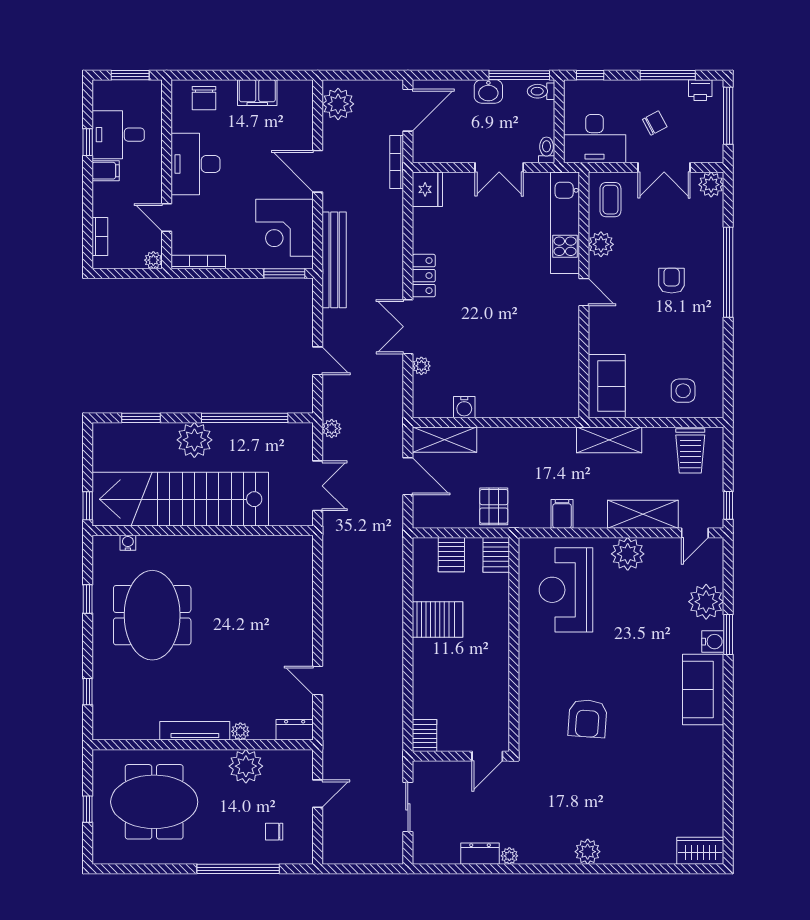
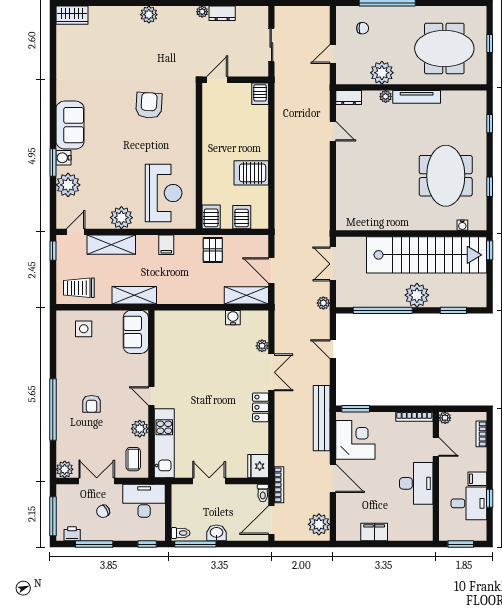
chair: (204, 98) -> (410, 528), removed
toilet: (547, 150) -> (263, 493), moved
trolley: (690, 451) -> (79, 288), turned -90

